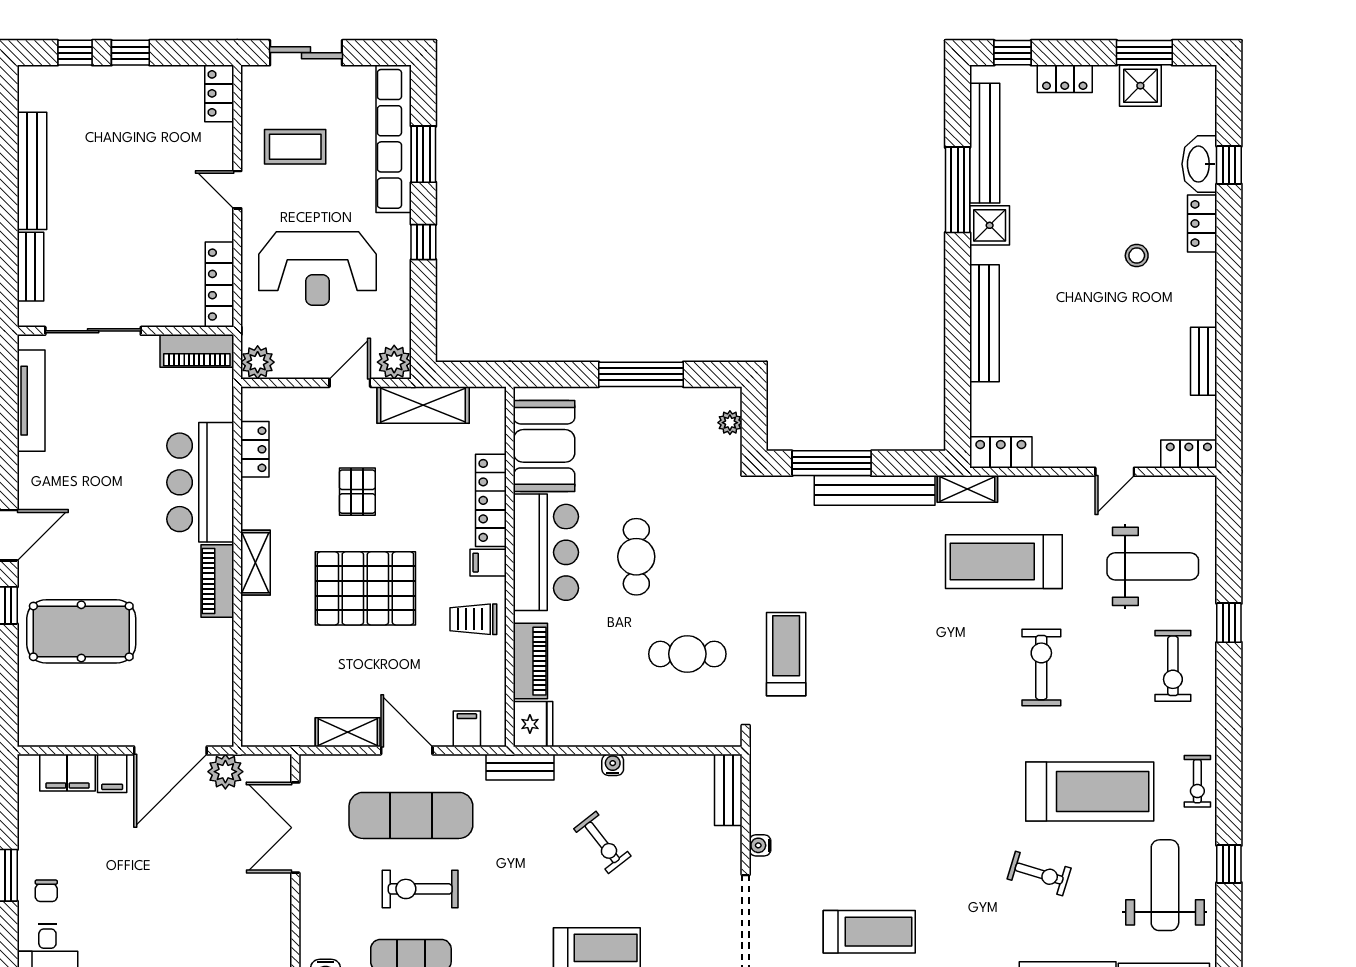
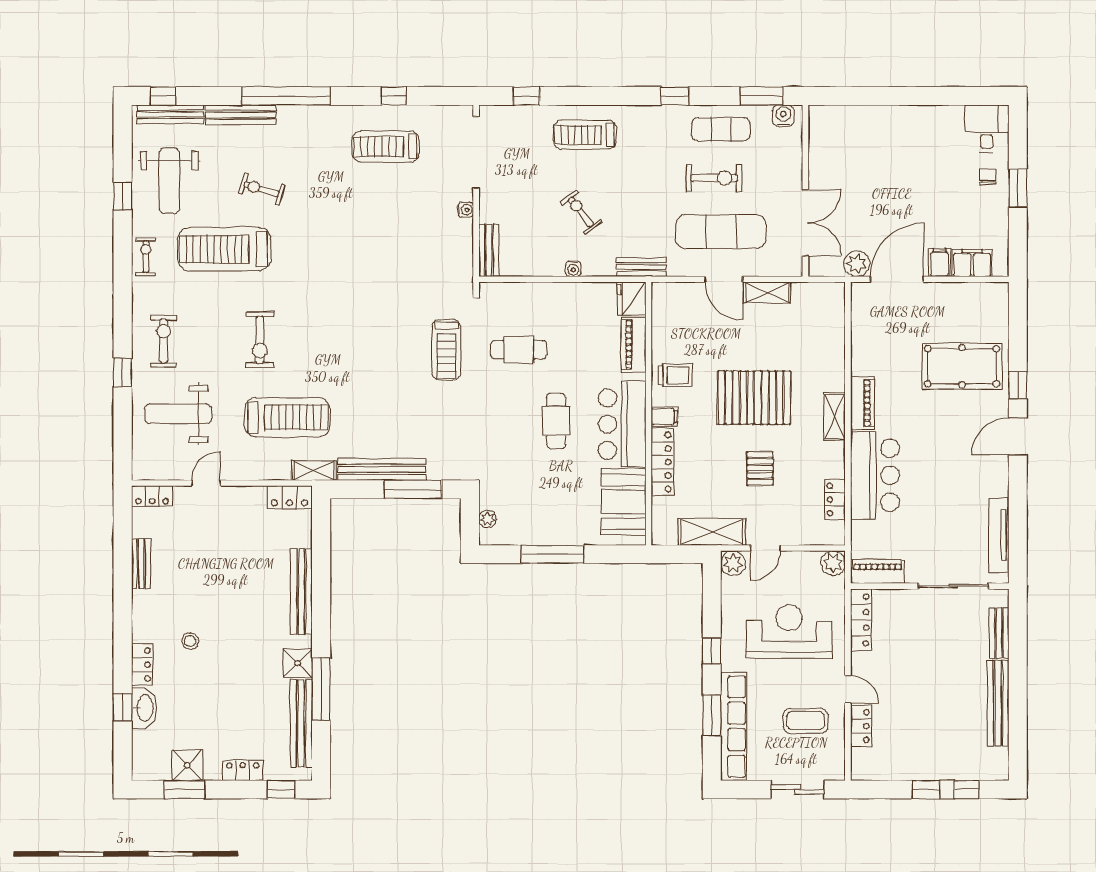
locker: (219, 93) -> (861, 726), moved
filing cabinet: (467, 729) -> (680, 295), removed

